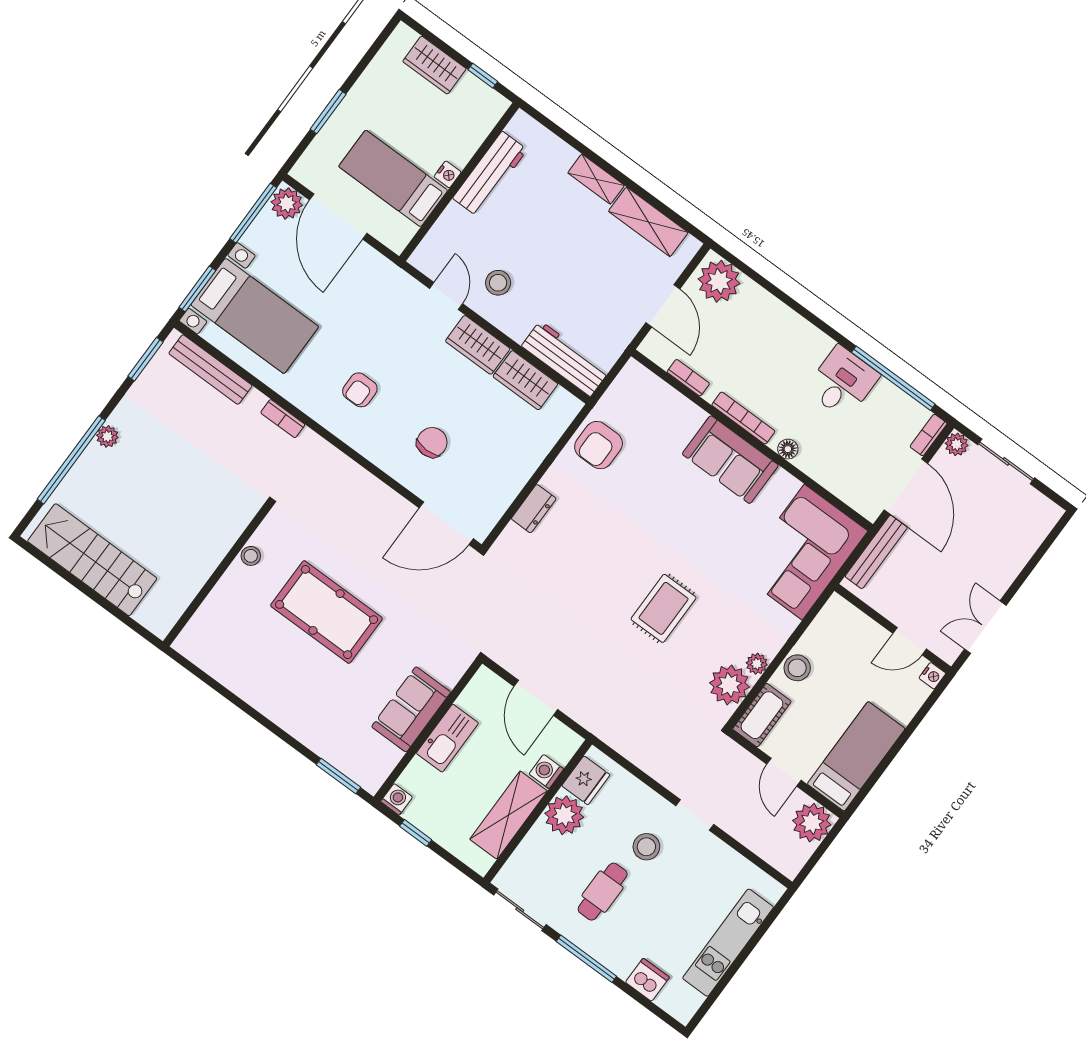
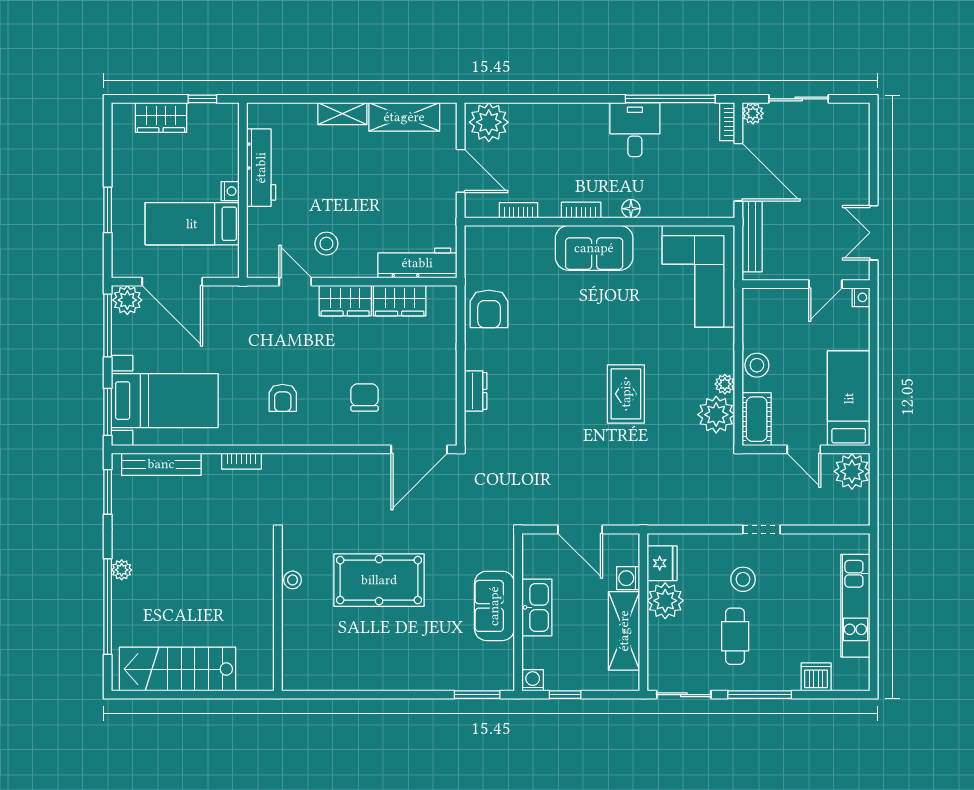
bookcase: (743, 418) -> (581, 210), width x0.64

